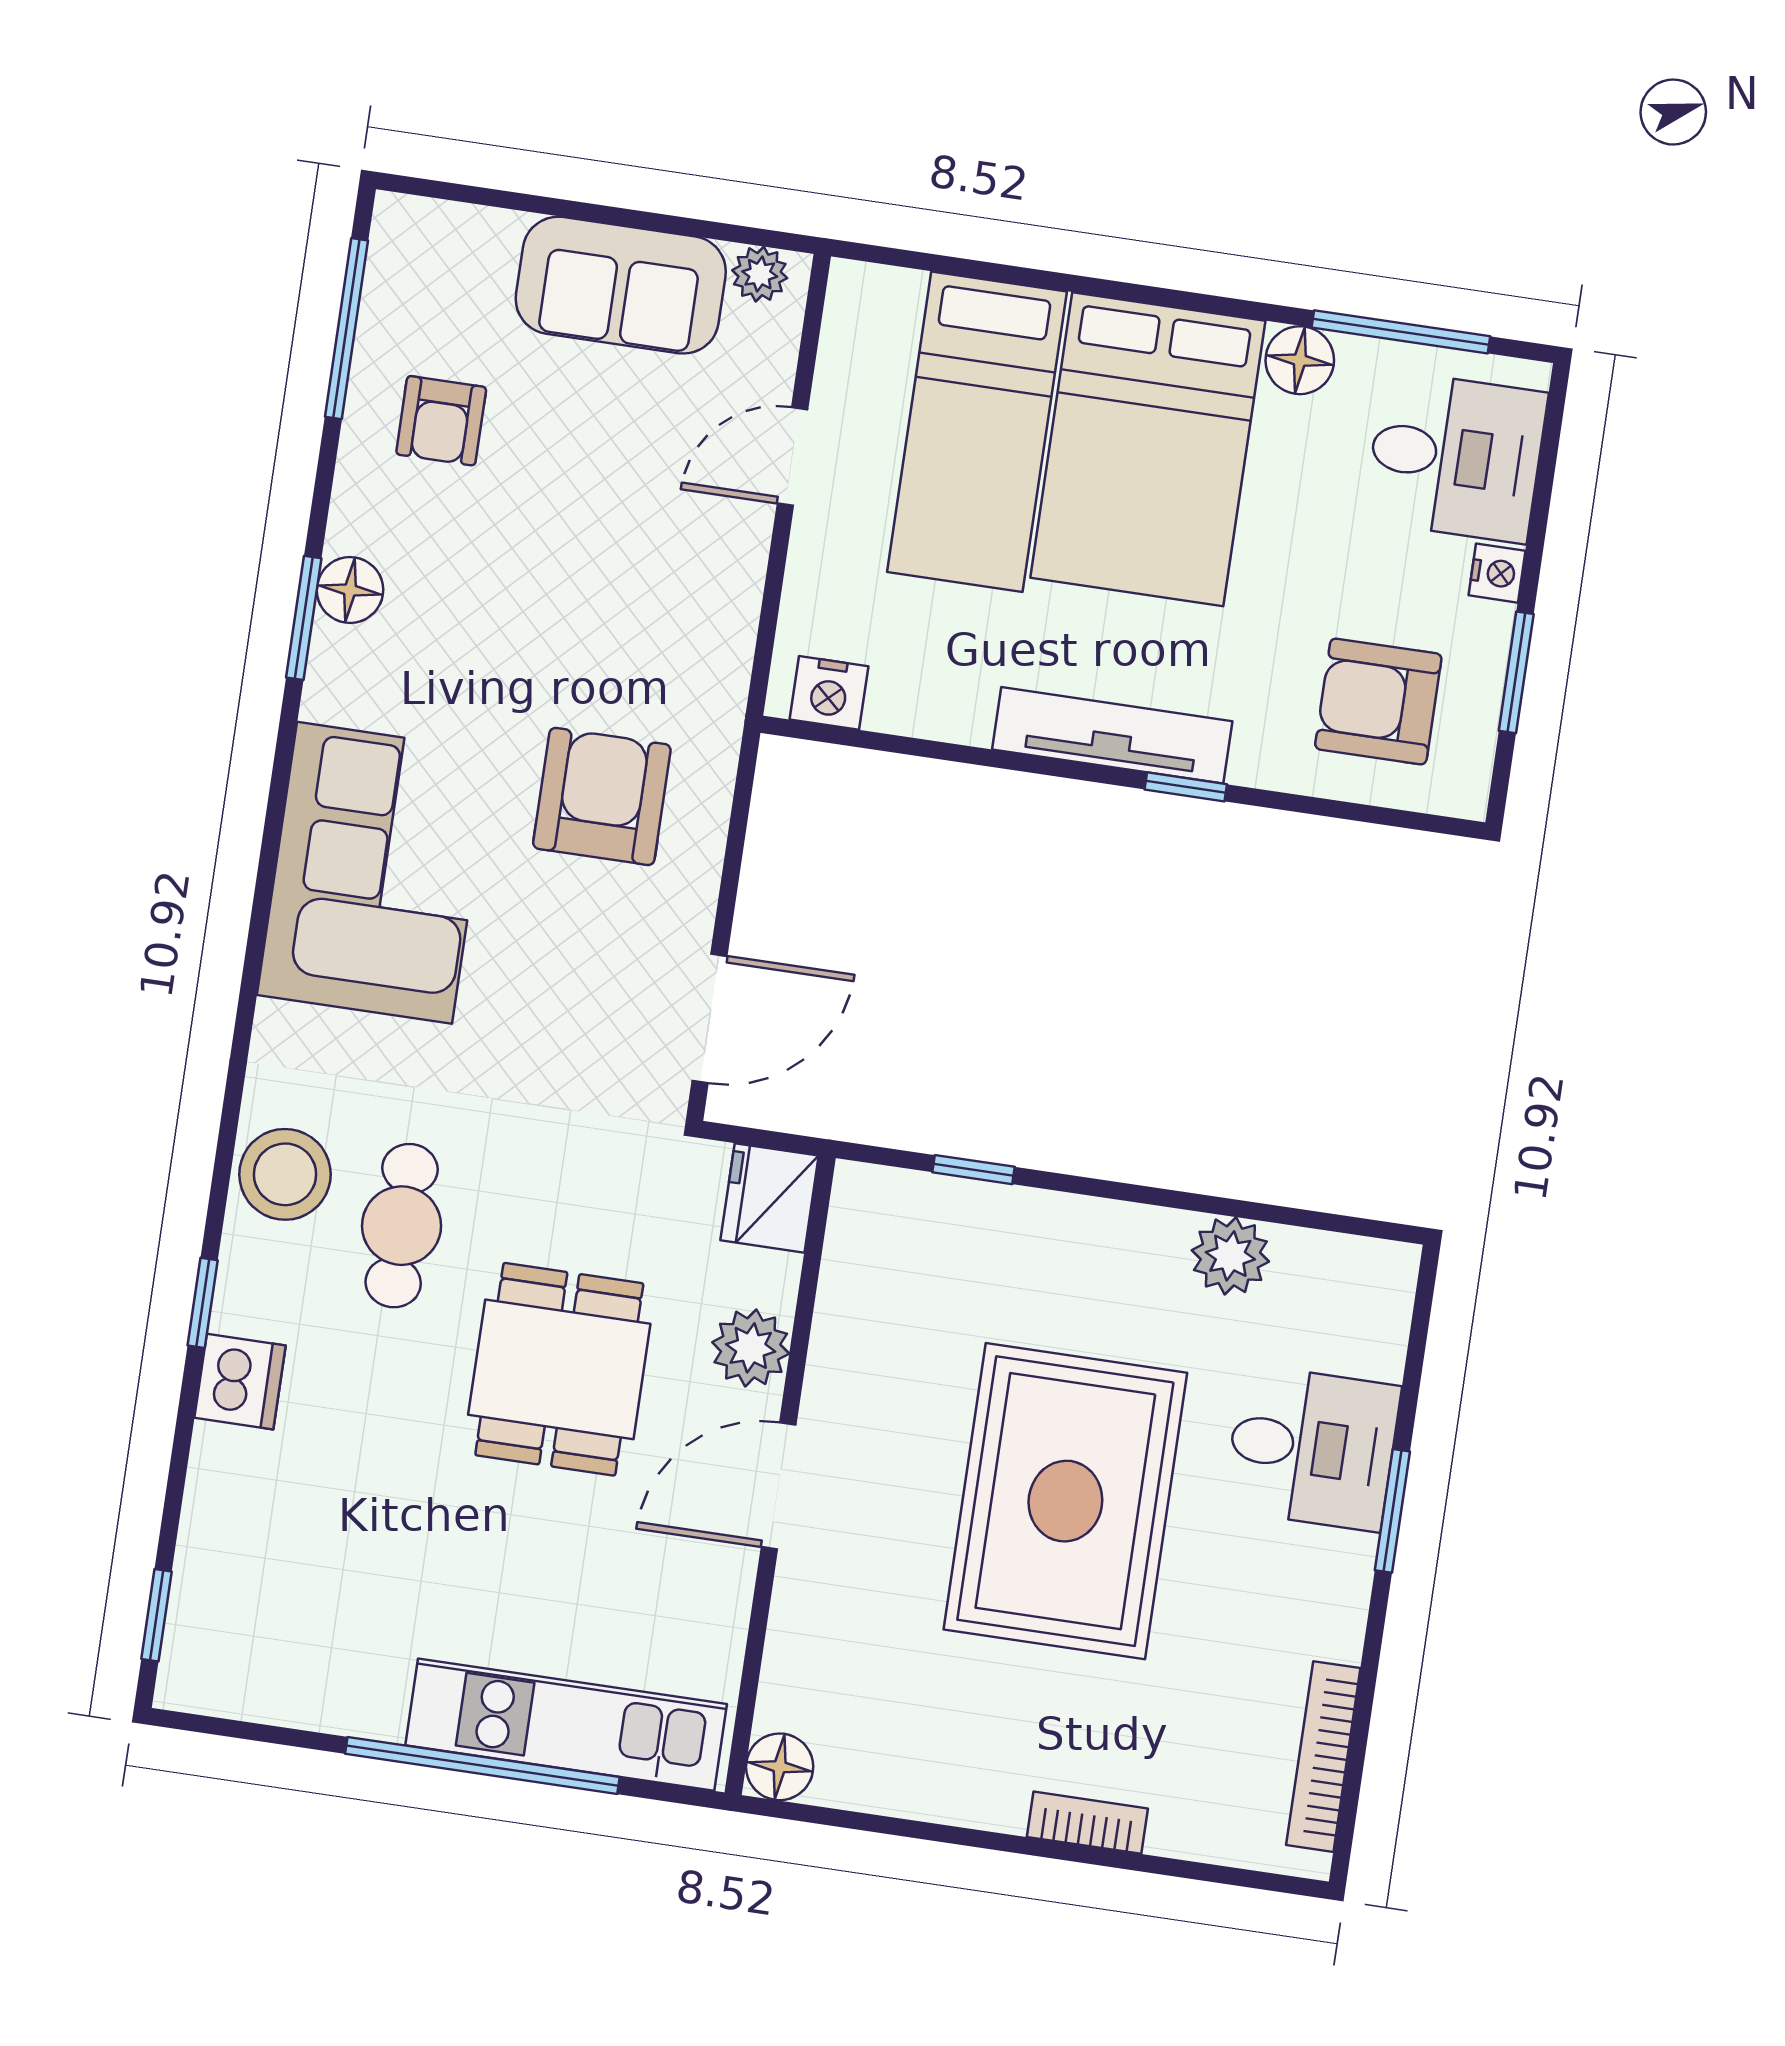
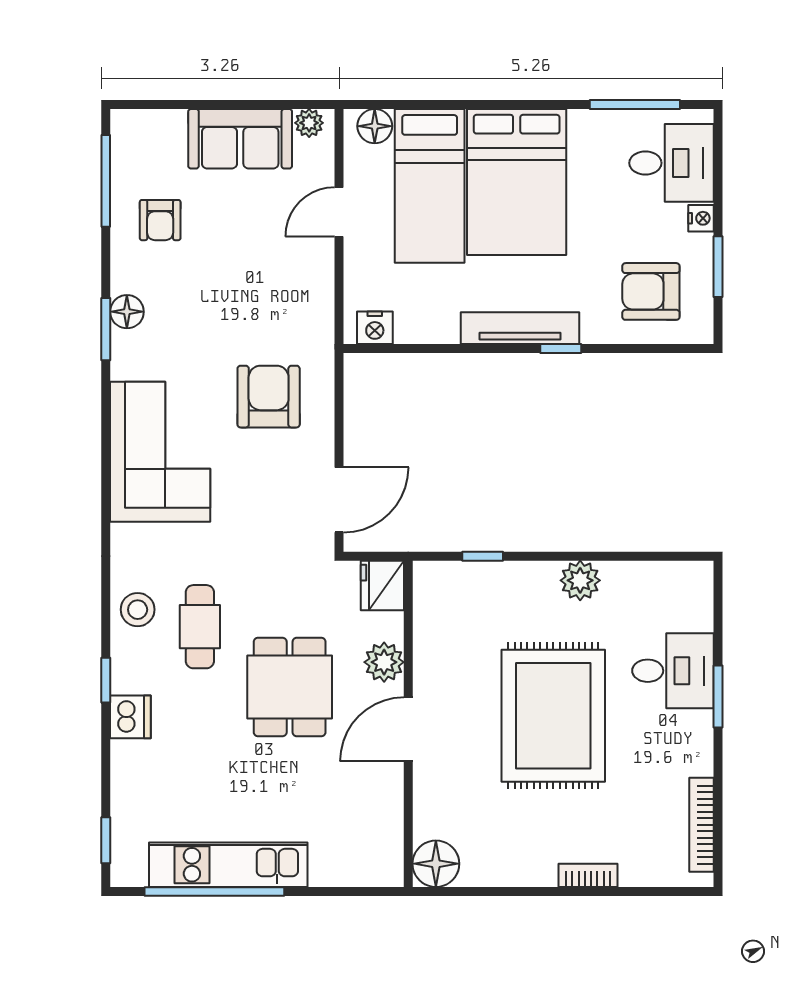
floor lamp: (1300, 360) -> (375, 126), moved
stool: (285, 1174) -> (138, 610), width x0.73, depth x0.73
plant: (1230, 1256) -> (580, 580), moved
kitchen unit: (566, 1725) -> (228, 865), moved
window: (482, 1765) -> (214, 891), moved
floor lamp: (780, 1767) -> (436, 864), width x1.38, depth x1.38

